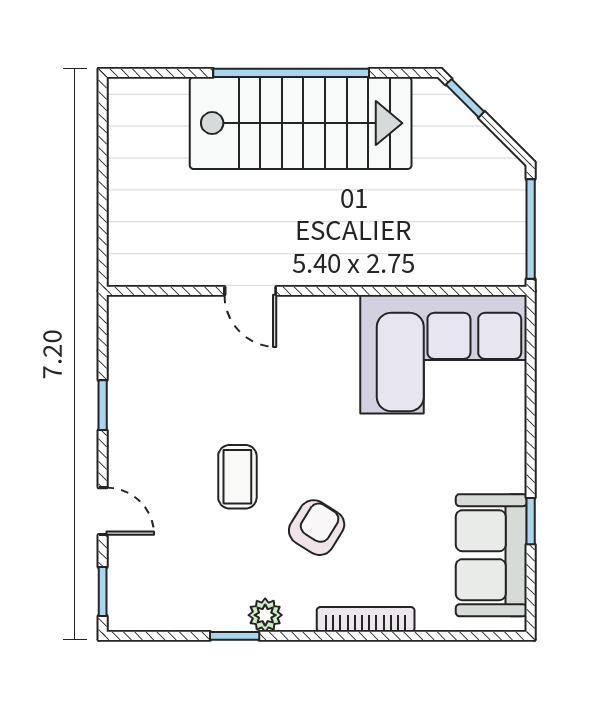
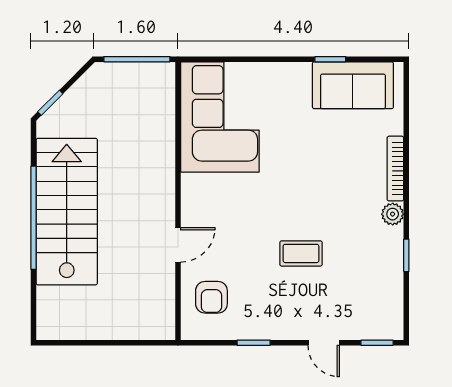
door: (103, 511) -> (324, 343), swing flipped
armchair: (317, 528) -> (211, 297), moved, turned -122
plant: (265, 615) -> (393, 214), moved

